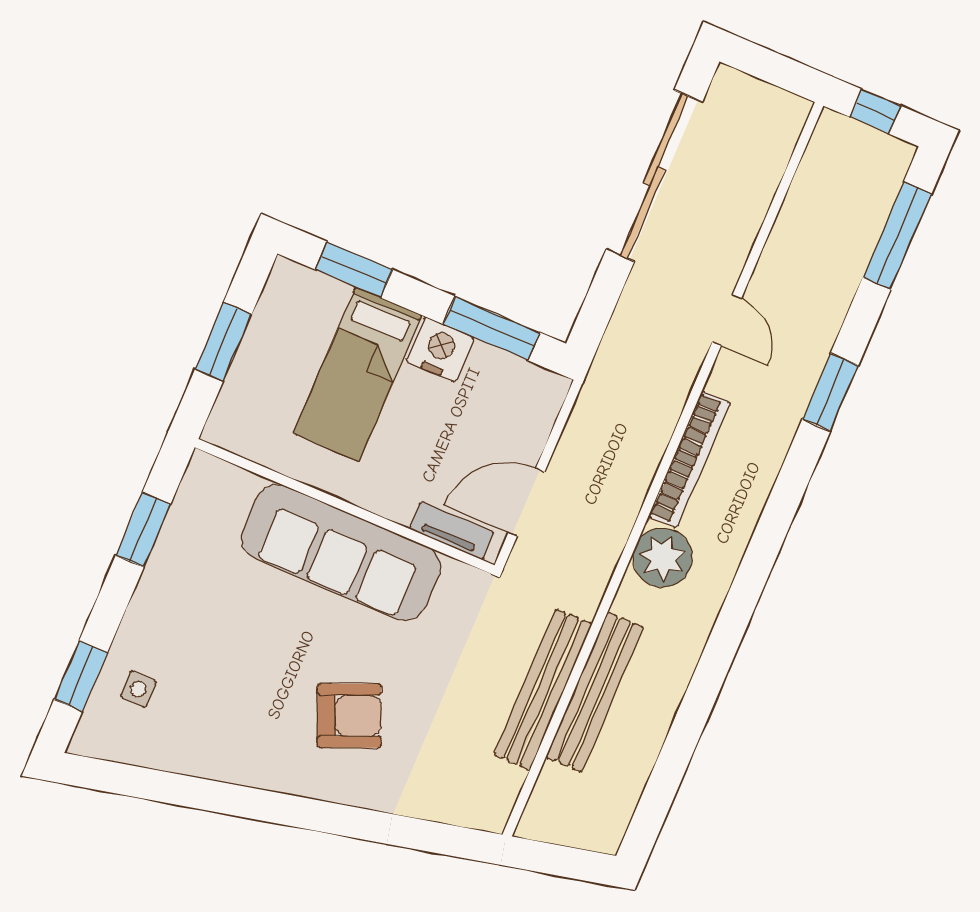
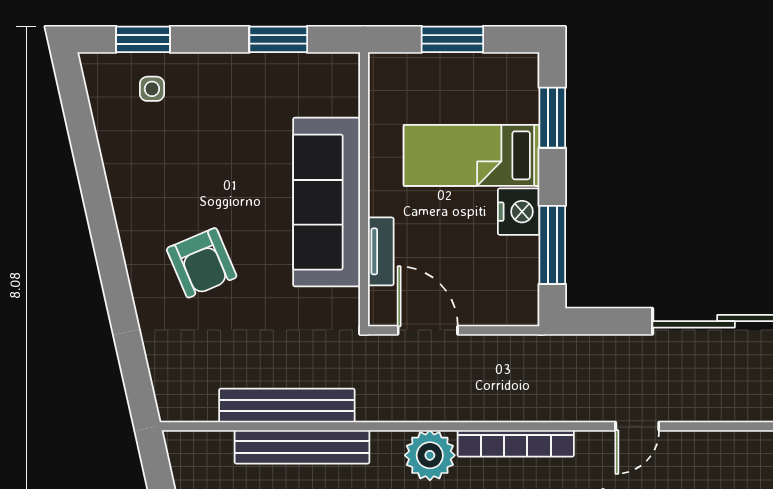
tv unit: (452, 531) -> (381, 251), moved

